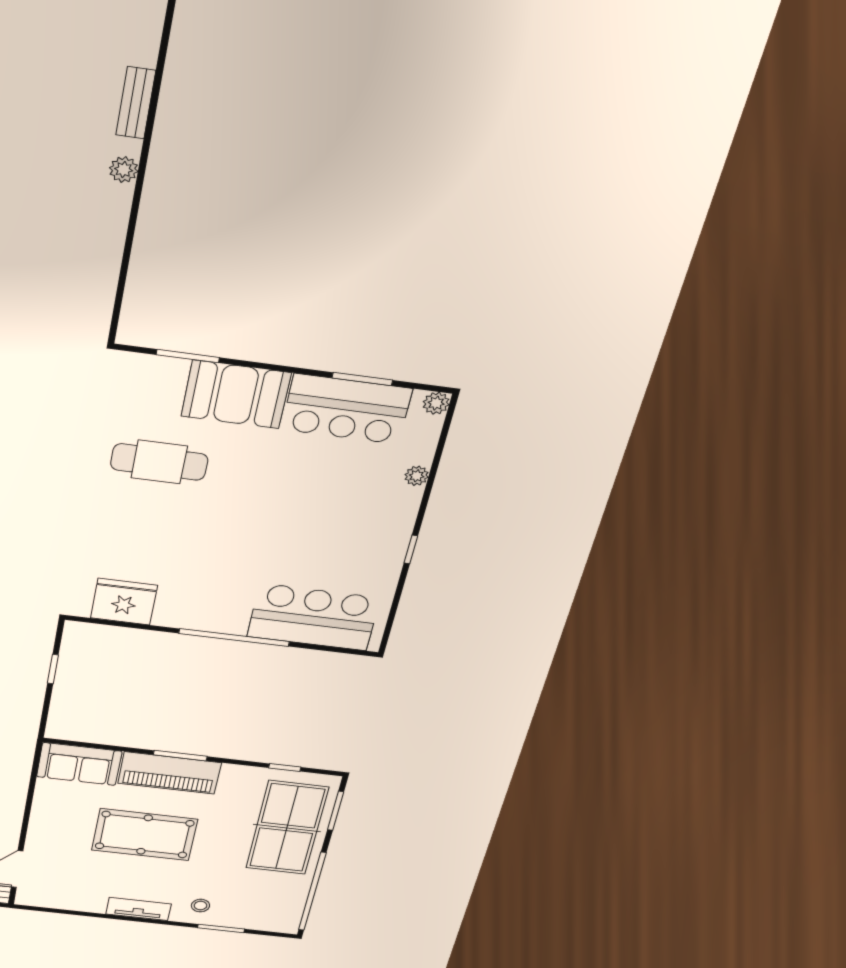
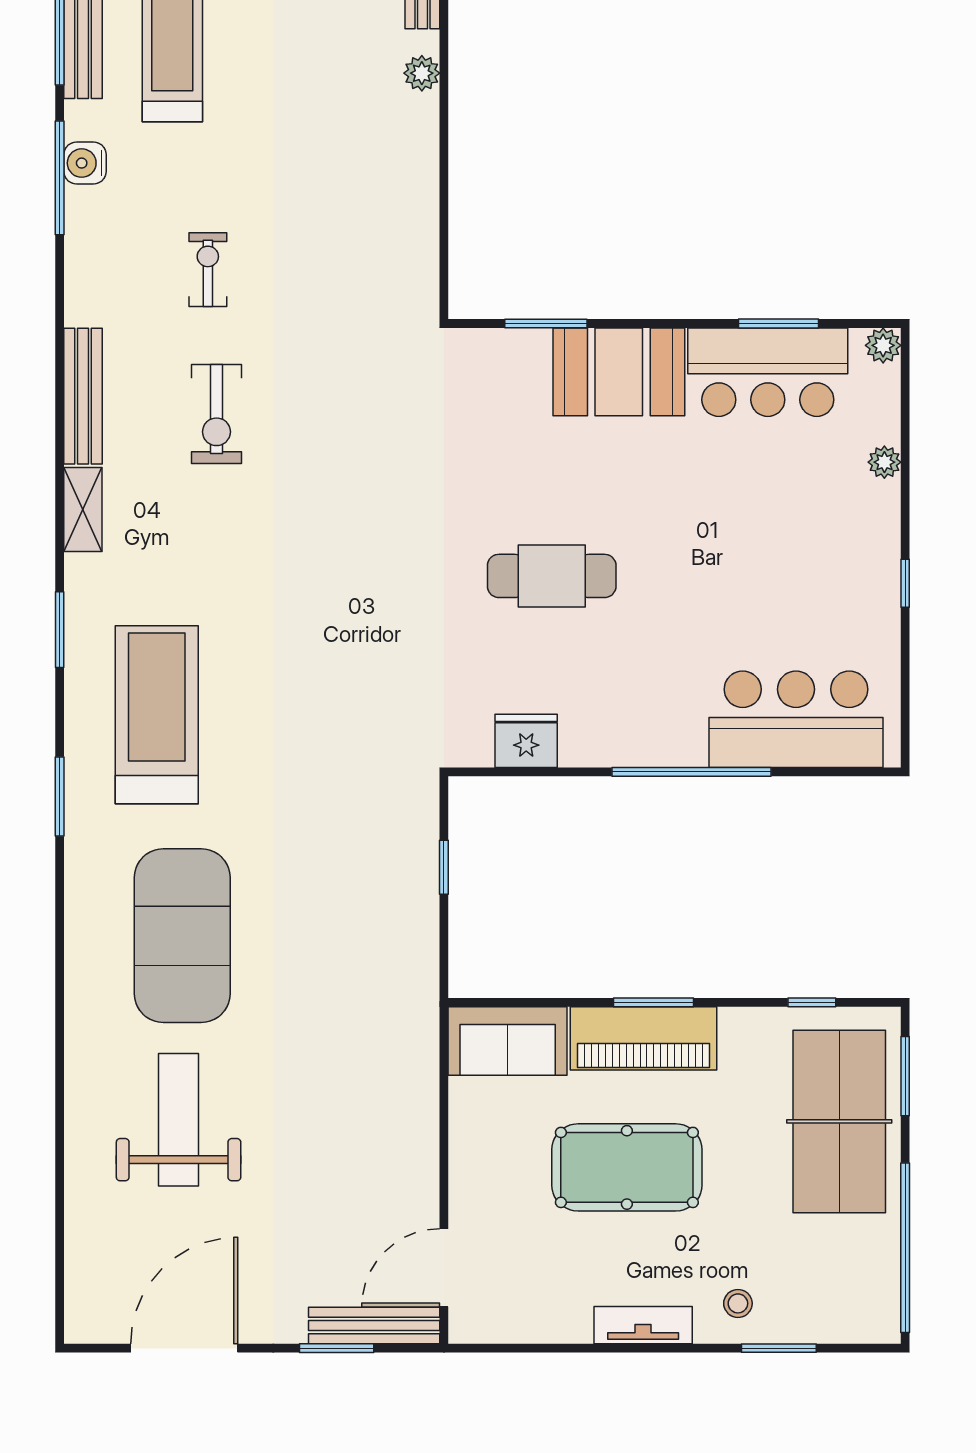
cafe table: (159, 462) -> (552, 576), moved
fridge: (124, 602) -> (526, 741), width x0.73, depth x0.75

